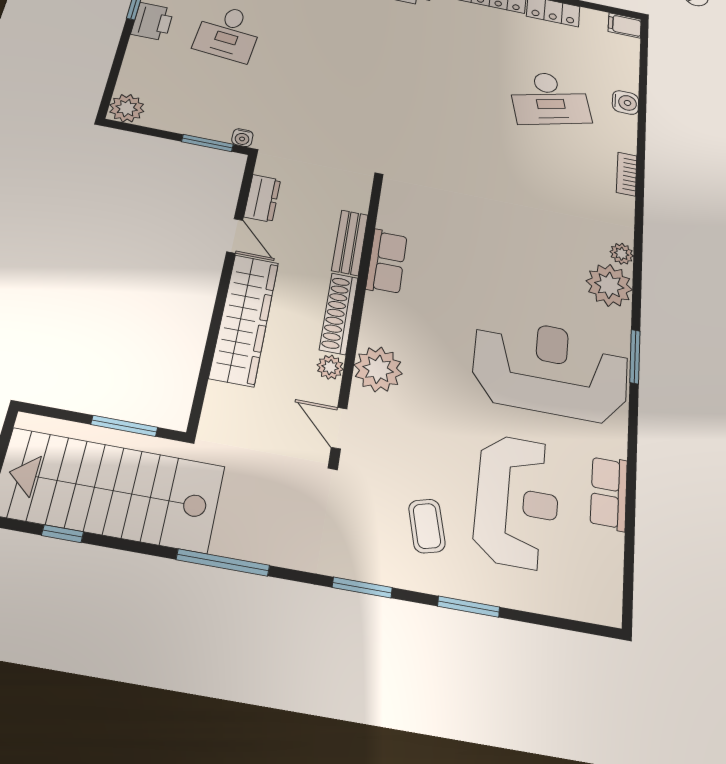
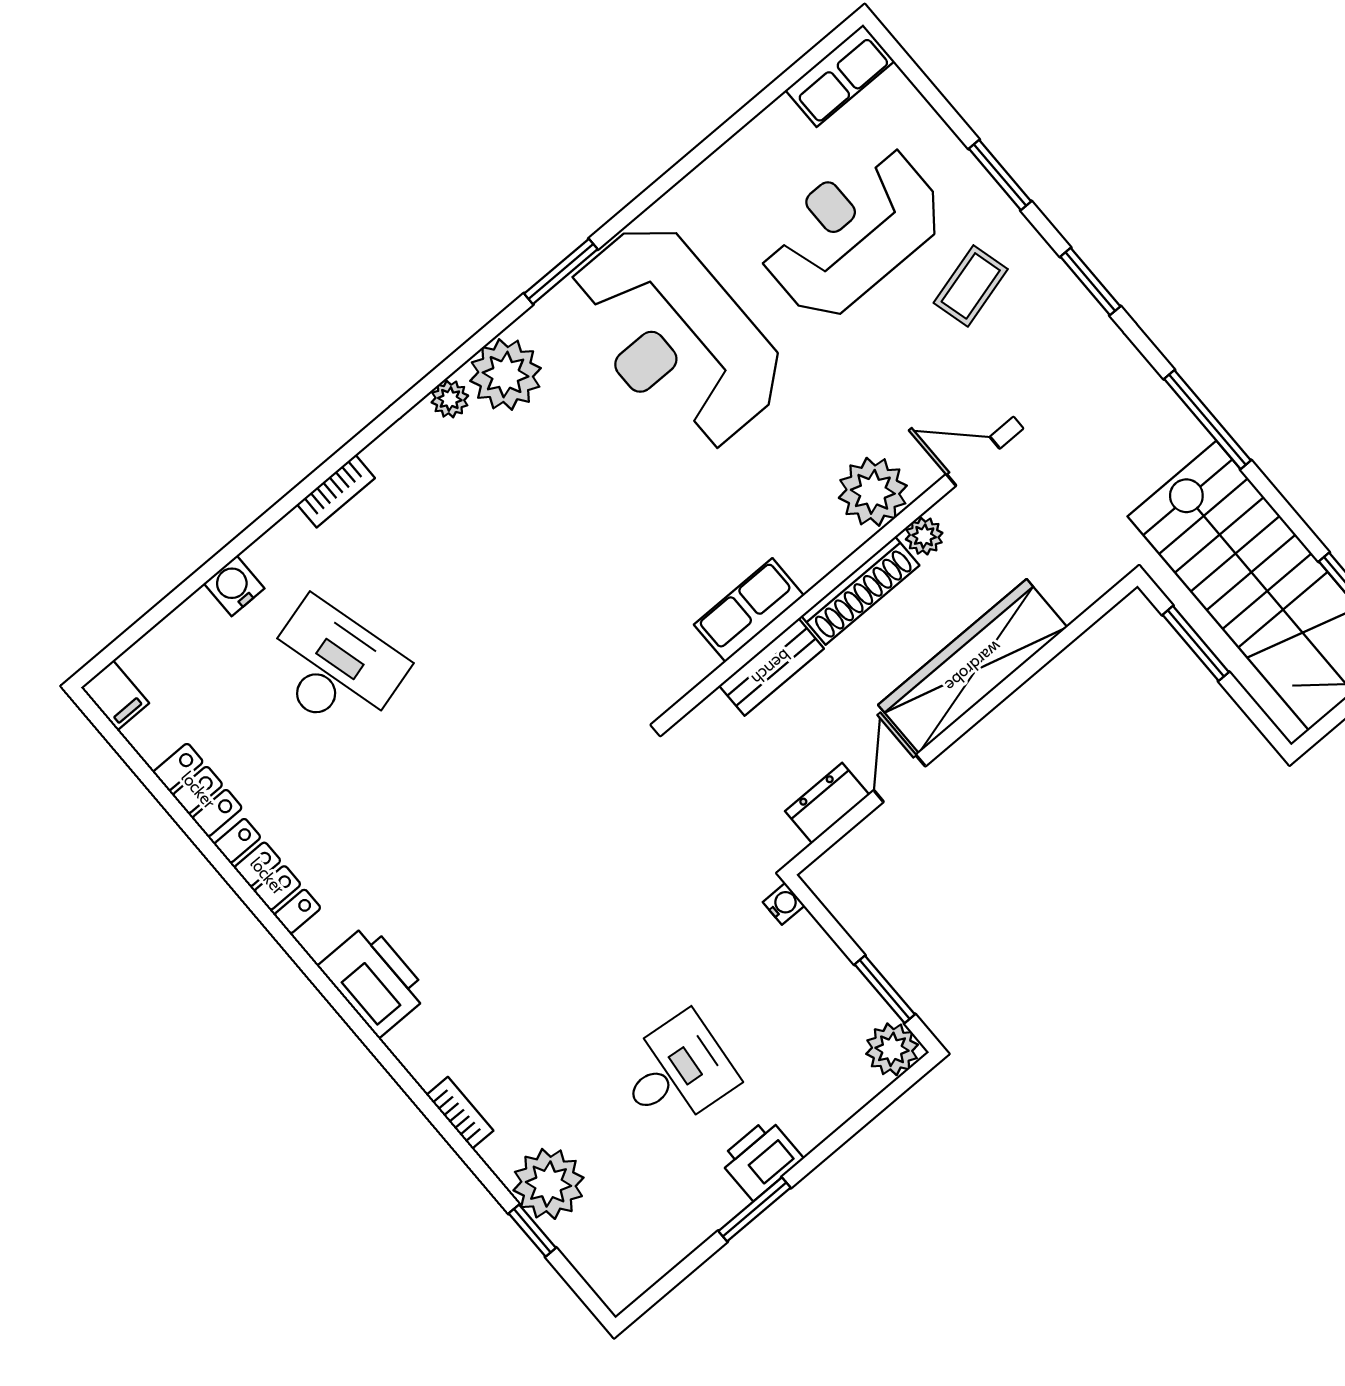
window: (207, 143) -> (885, 989), moved
door: (339, 428) -> (973, 461), swing flipped
row of seats: (609, 493) -> (840, 76), moved

